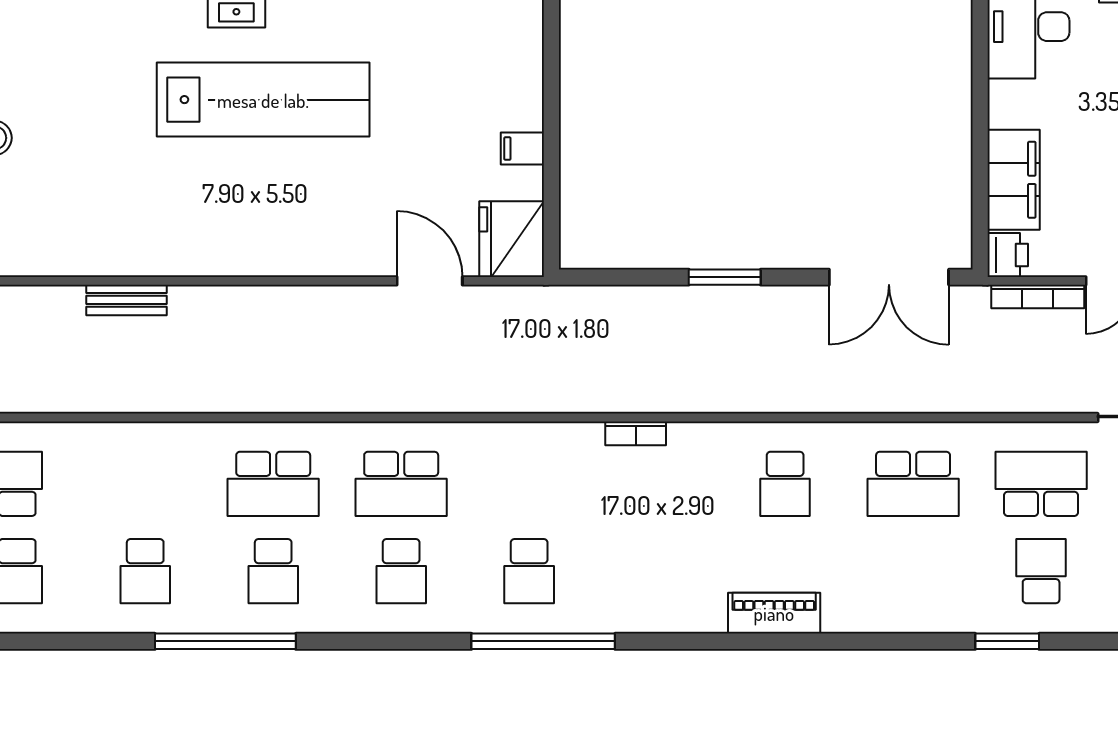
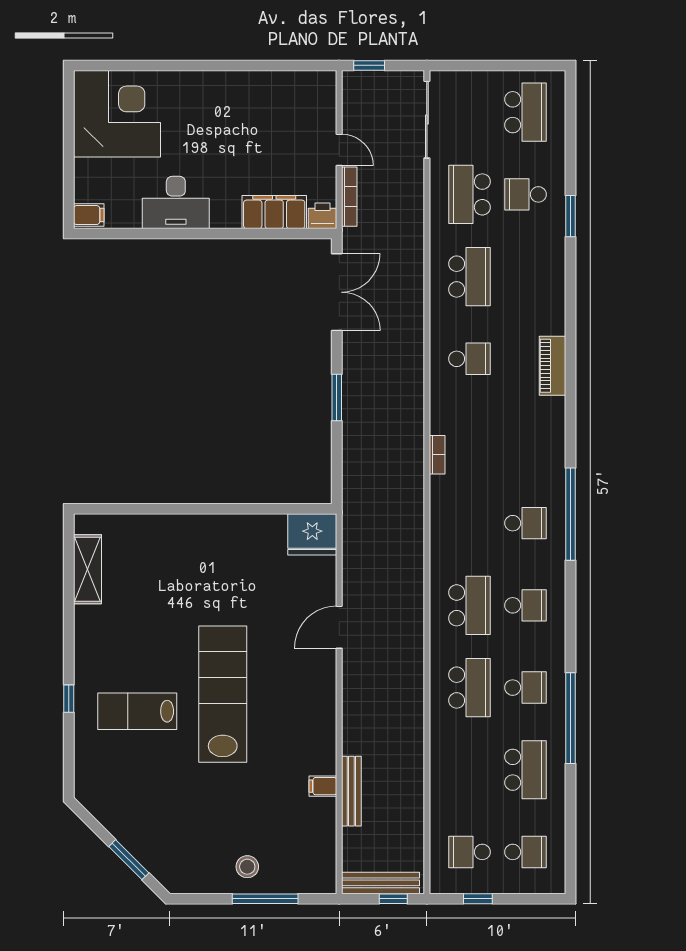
filing cabinet: (522, 149) -> (323, 786), moved, turned 90
door: (430, 281) -> (339, 627), moved
bench: (126, 300) -> (351, 791), width x1.36
school desk: (145, 571) -> (526, 770), width x1.85

